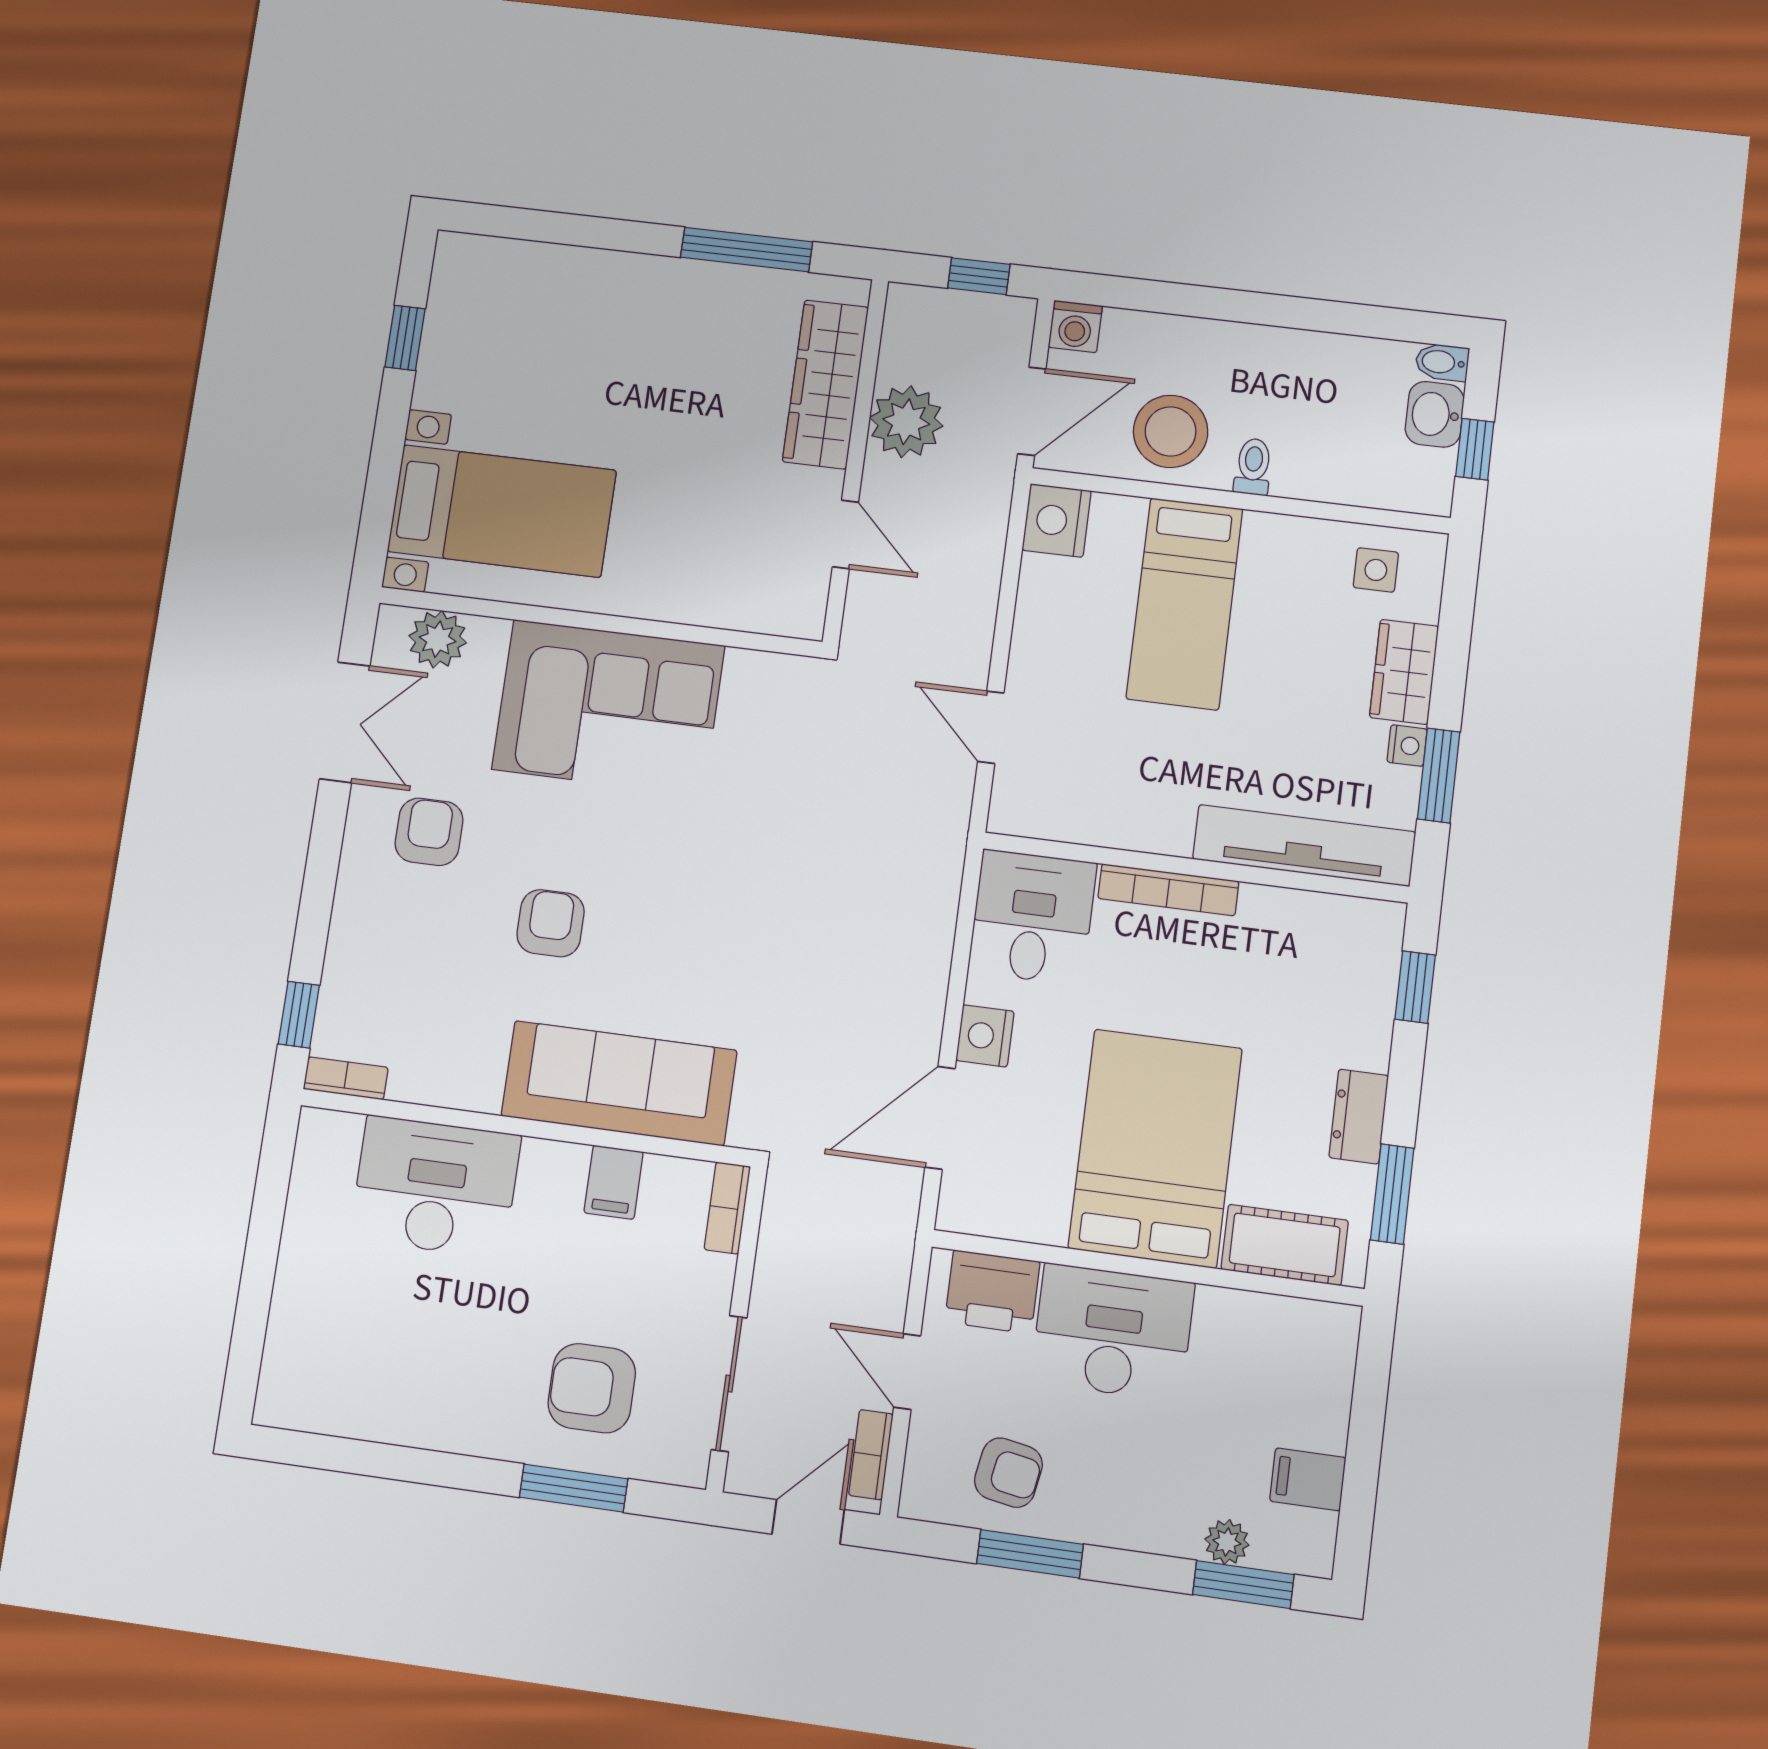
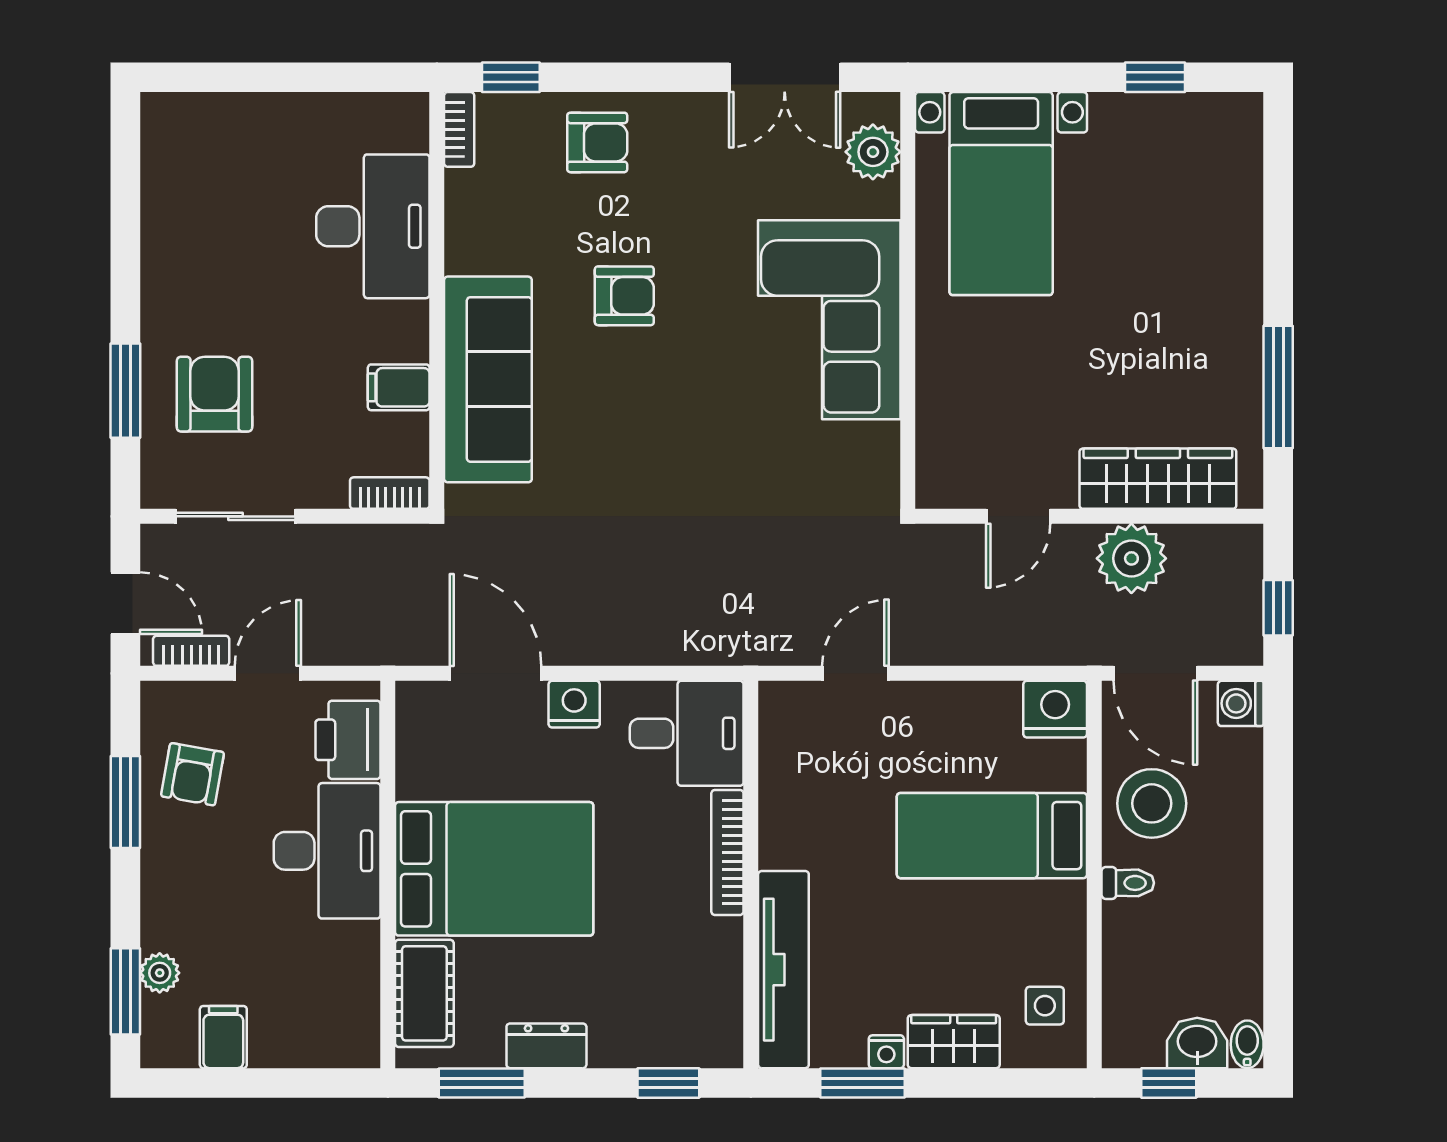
armchair: (429, 832) -> (597, 142), moved

